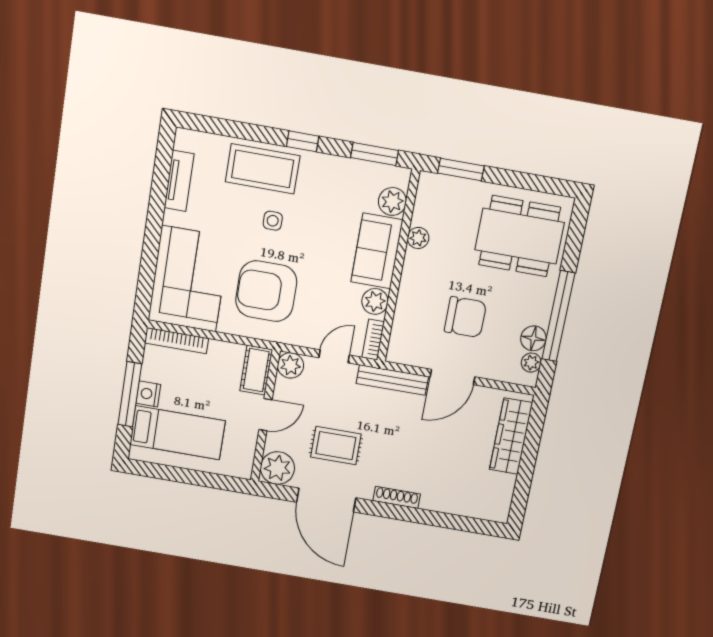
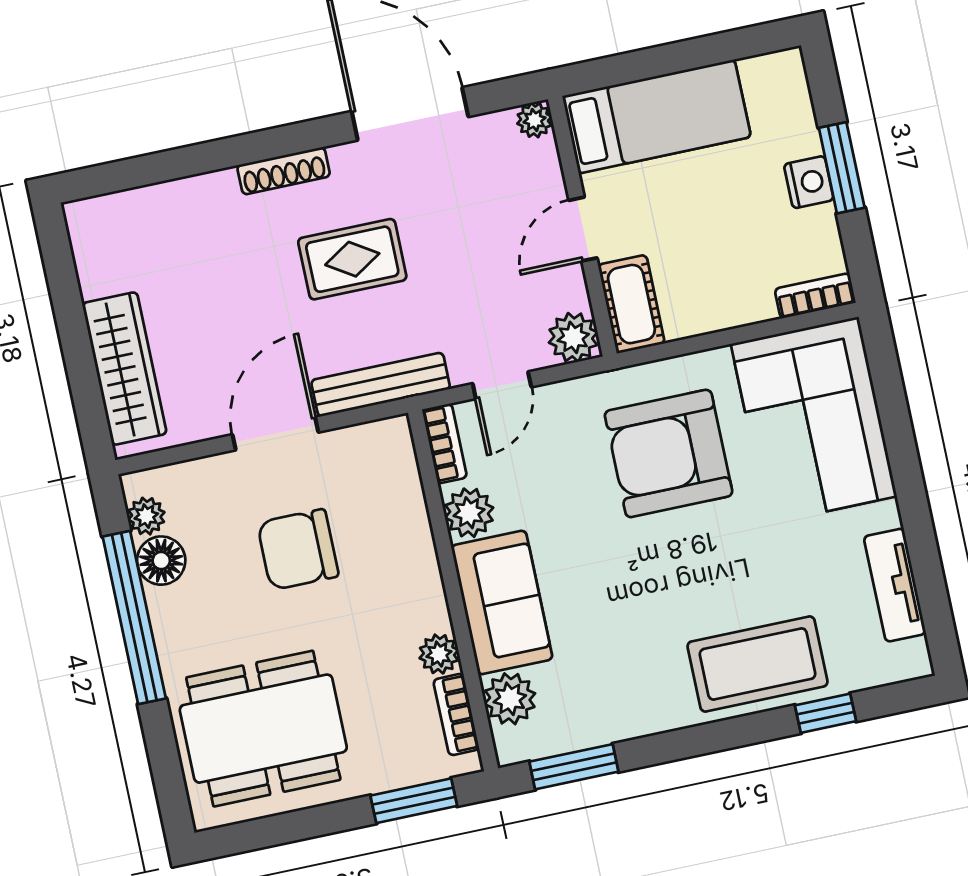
window: (303, 141) -> (825, 713), moved
bookcase: (422, 204) -> (456, 715), added
side table: (273, 221) -> (705, 582), removed
armchair: (266, 291) -> (669, 453), turned 180
bookcase: (177, 341) -> (815, 296), width x0.64
window: (130, 394) -> (842, 168), width x0.69
bed: (178, 433) -> (657, 117), moved, turned 180
rug: (336, 446) -> (352, 259), moved
plant: (277, 468) -> (535, 120), width x0.53, depth x0.53

